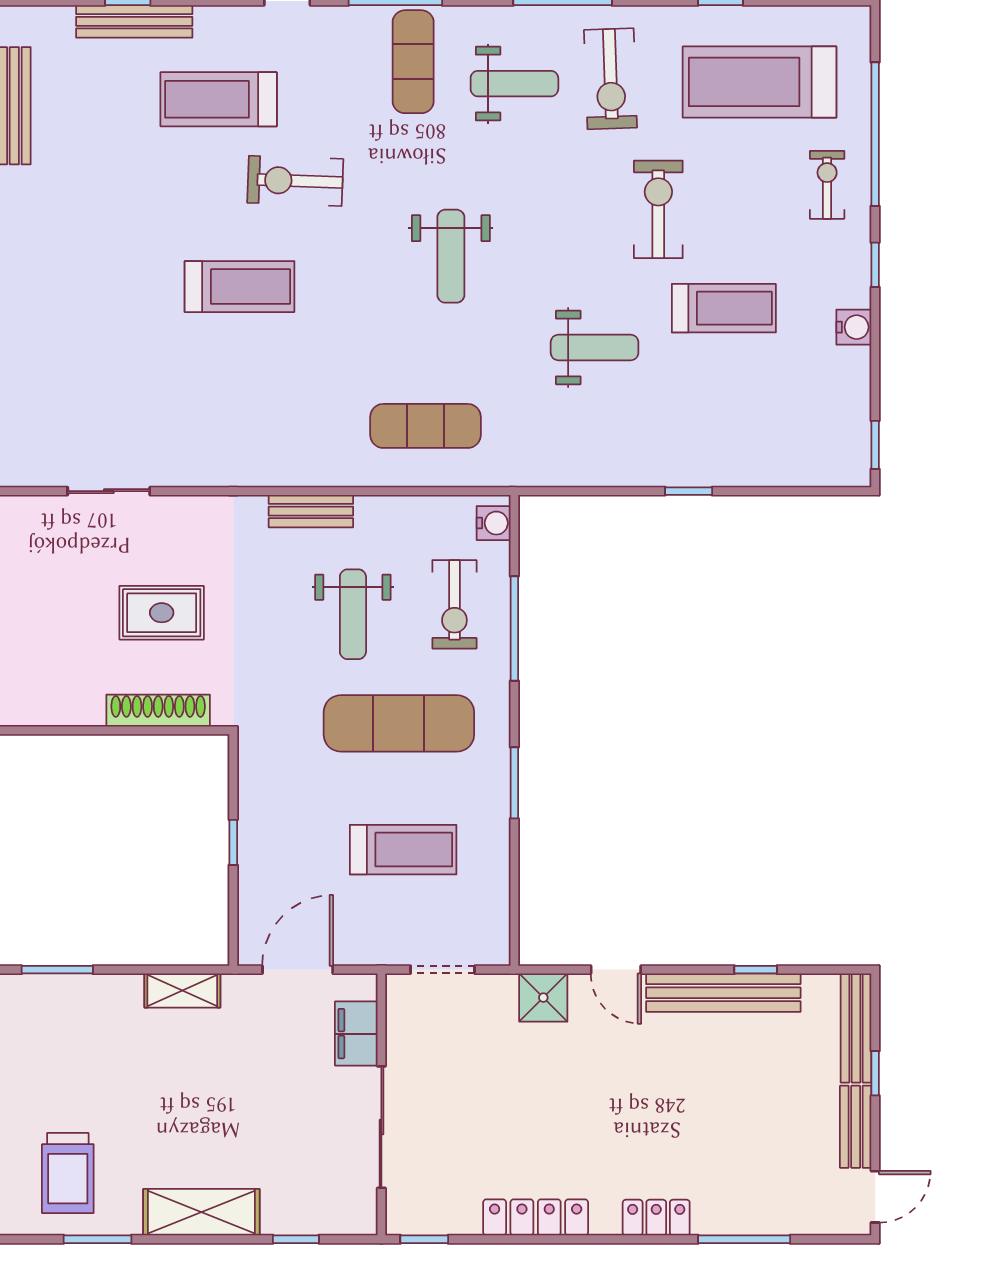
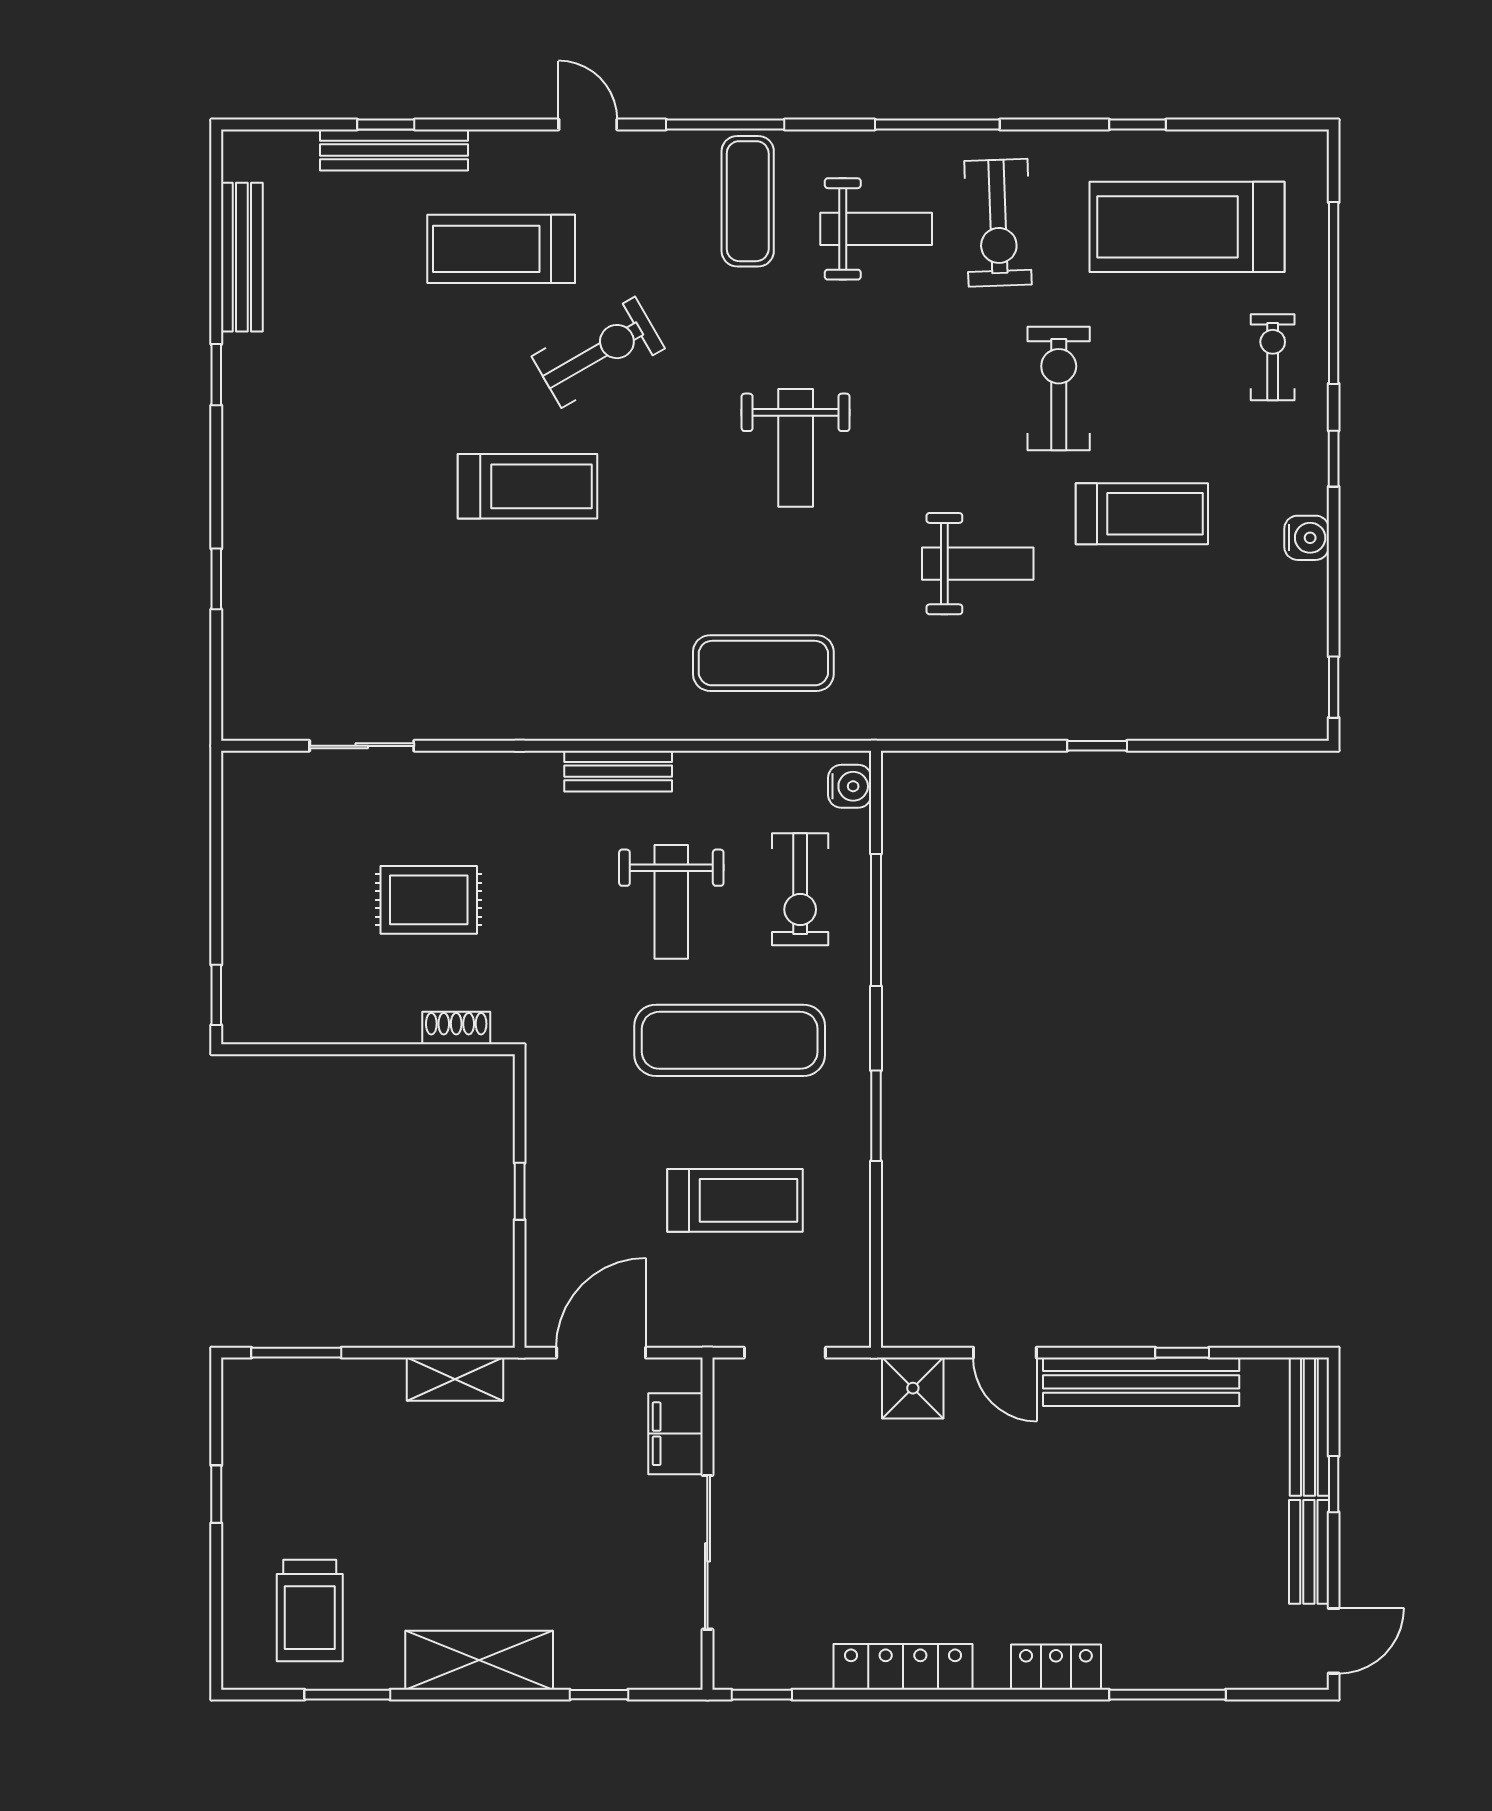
exercise bike: (295, 181) -> (598, 352), turned 148
shoe rack: (158, 711) -> (456, 1028), width x0.51, depth x0.81

